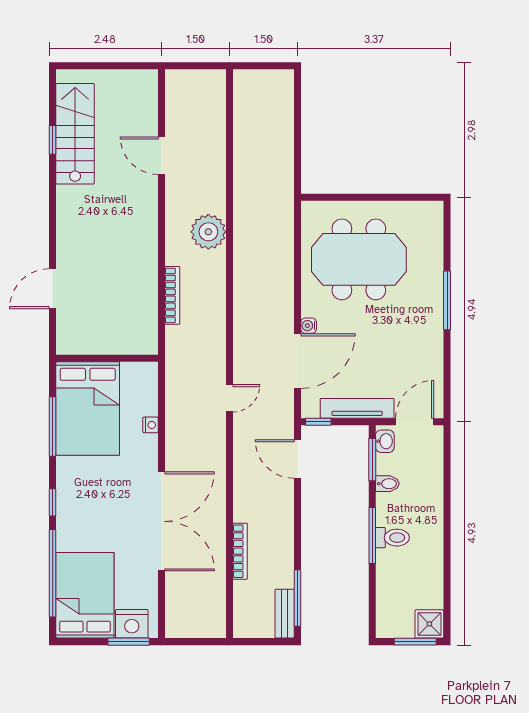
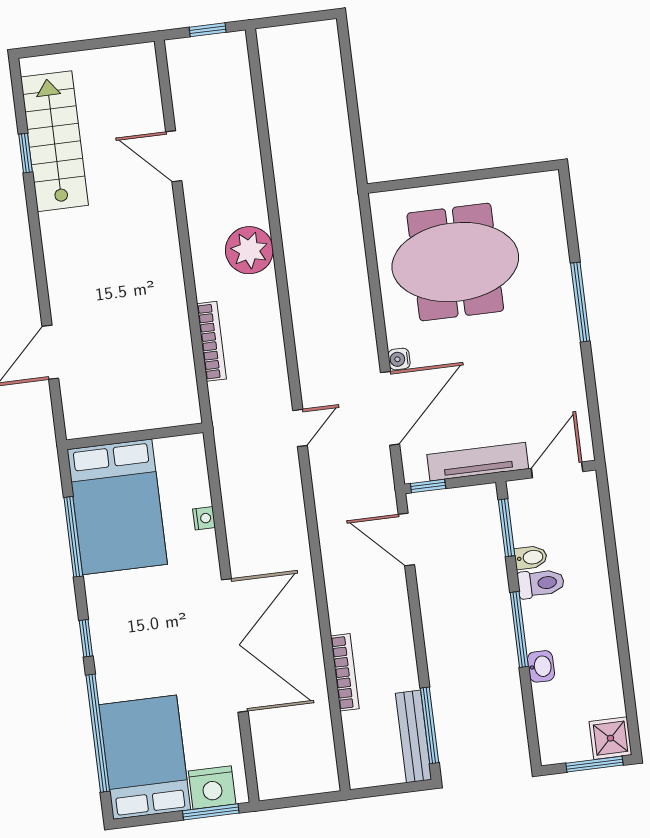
window: (198, 66) -> (208, 30), added
door: (229, 398) -> (300, 428), moved
washbasin: (385, 441) -> (541, 666), moved
toilet: (392, 538) -> (541, 583), moved
bench: (285, 614) -> (414, 736), width x1.36

